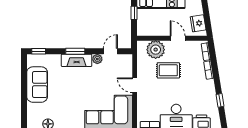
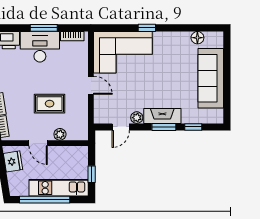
plant: (156, 50) -> (60, 134), width x0.53, depth x0.53
window: (39, 51) -> (193, 127), moved
sofa: (37, 85) -> (211, 78), width x1.36

